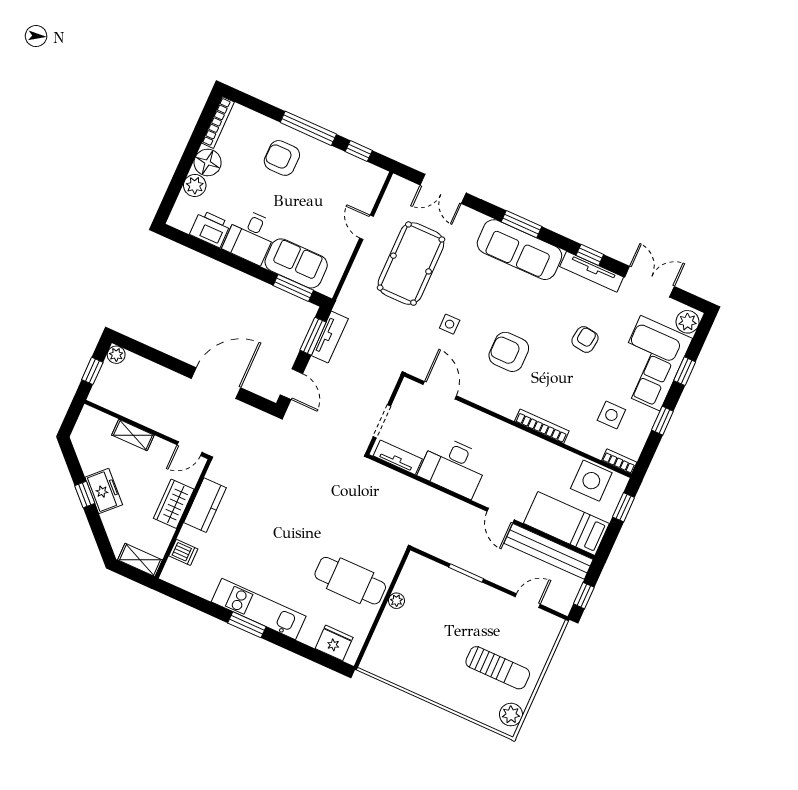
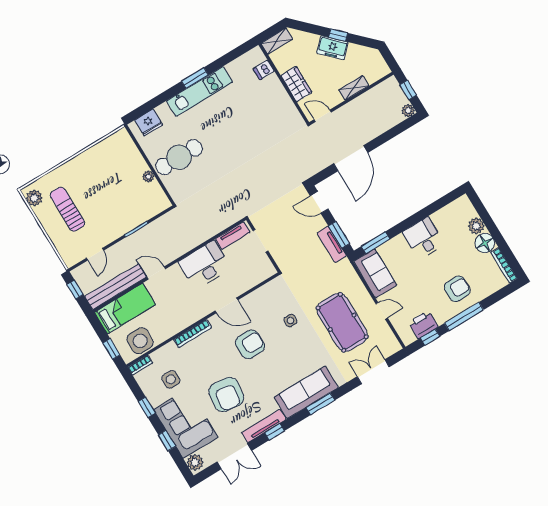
printer: (210, 229) -> (423, 325), moved, turned 180
sofa: (296, 263) -> (375, 273), moved, turned -90
armchair: (585, 339) -> (226, 394), width x1.88, depth x1.88
door: (440, 390) -> (226, 305), moved
door: (189, 449) -> (323, 116), hinge flipped
kitchen counter: (205, 505) -> (283, 102), removed
sun lounger: (498, 668) -> (67, 209), turned 90

